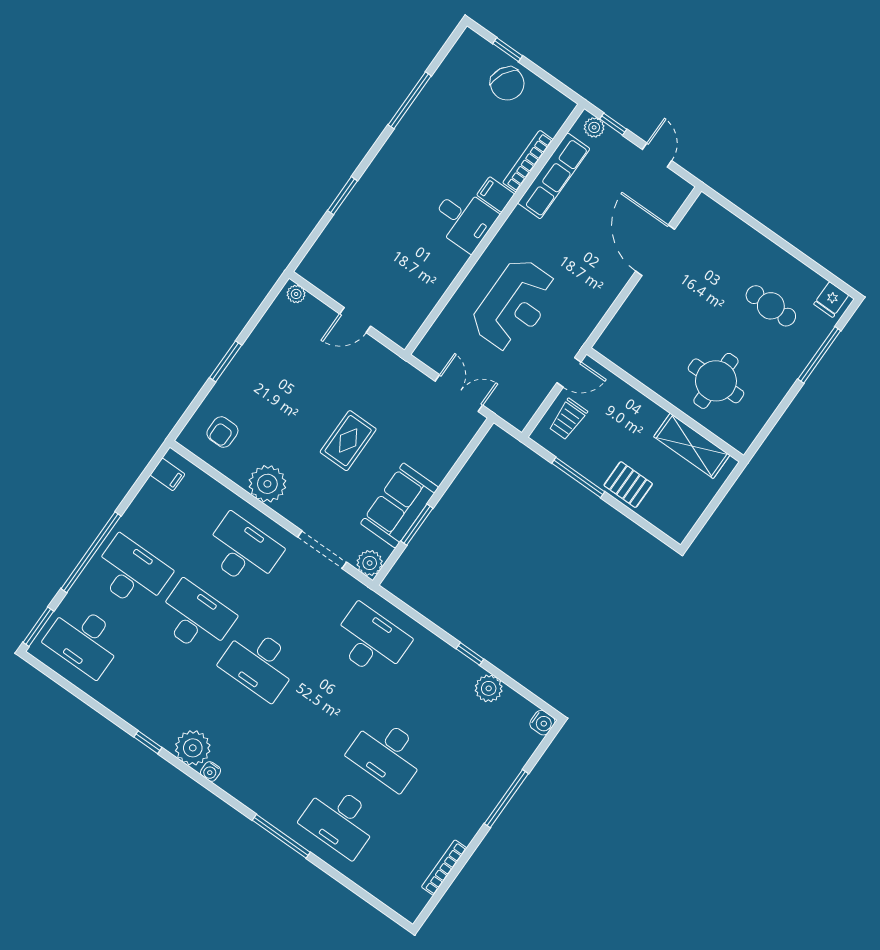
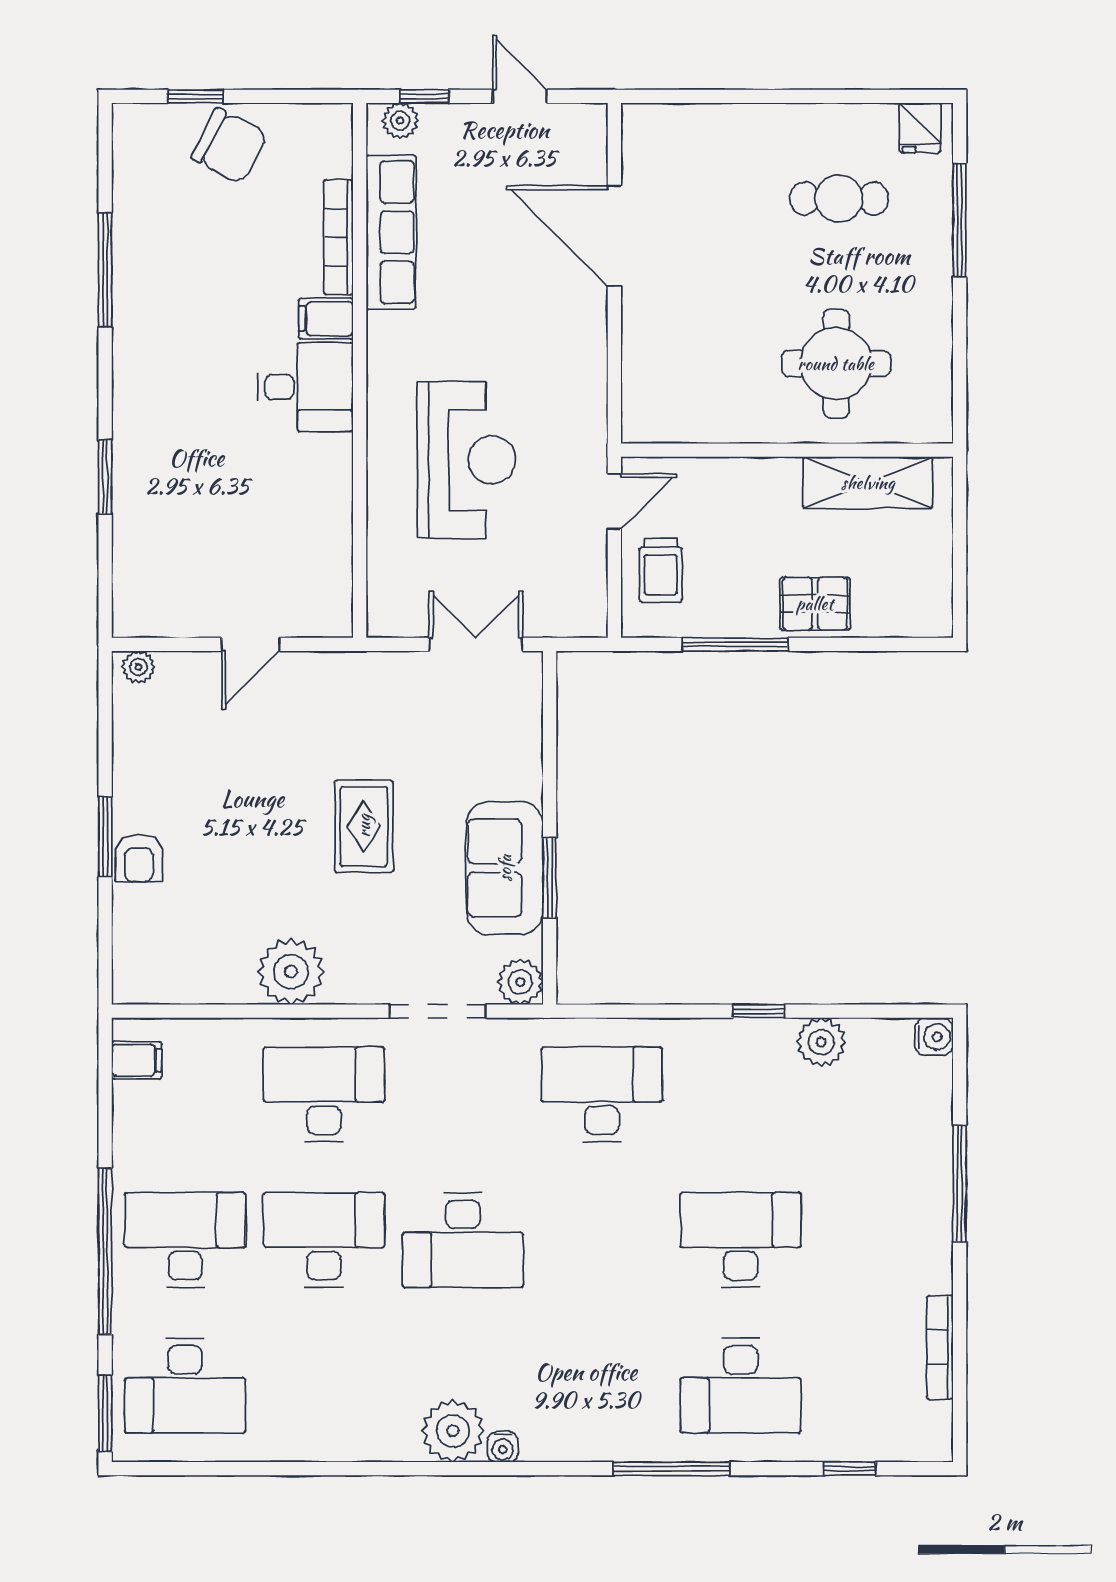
armchair: (222, 432) -> (139, 858), moved
window: (148, 742) -> (849, 1469), moved
desk: (387, 753) -> (741, 1240), turned 180

